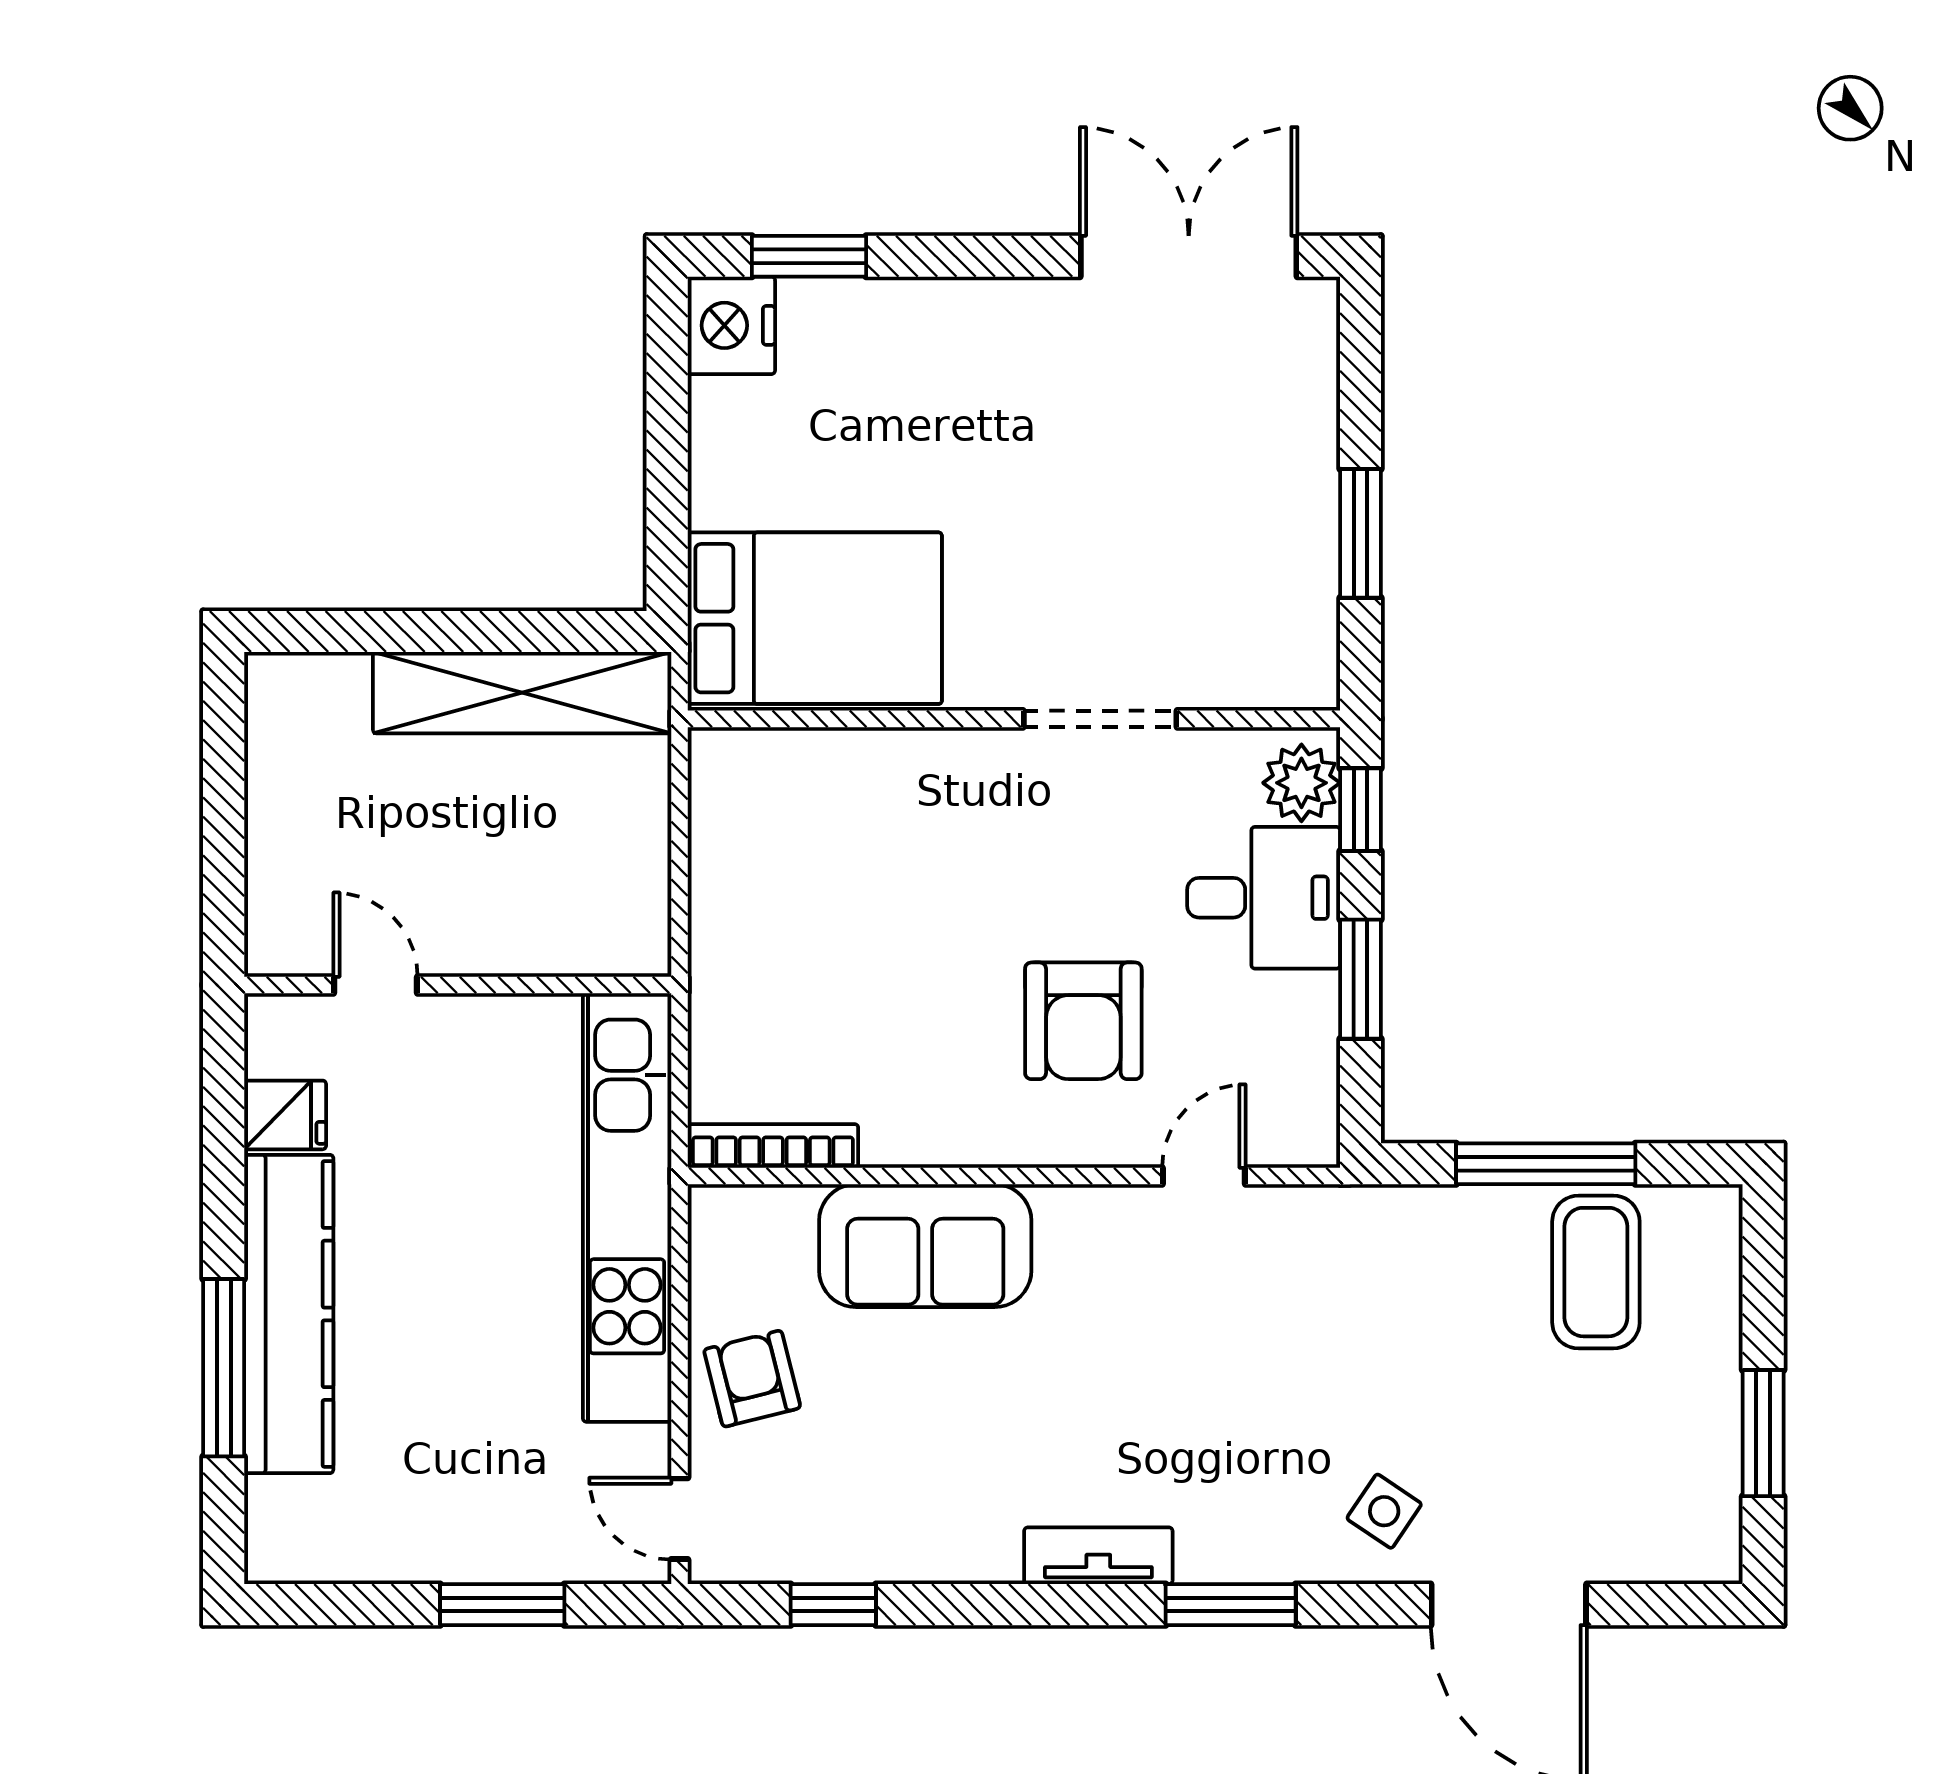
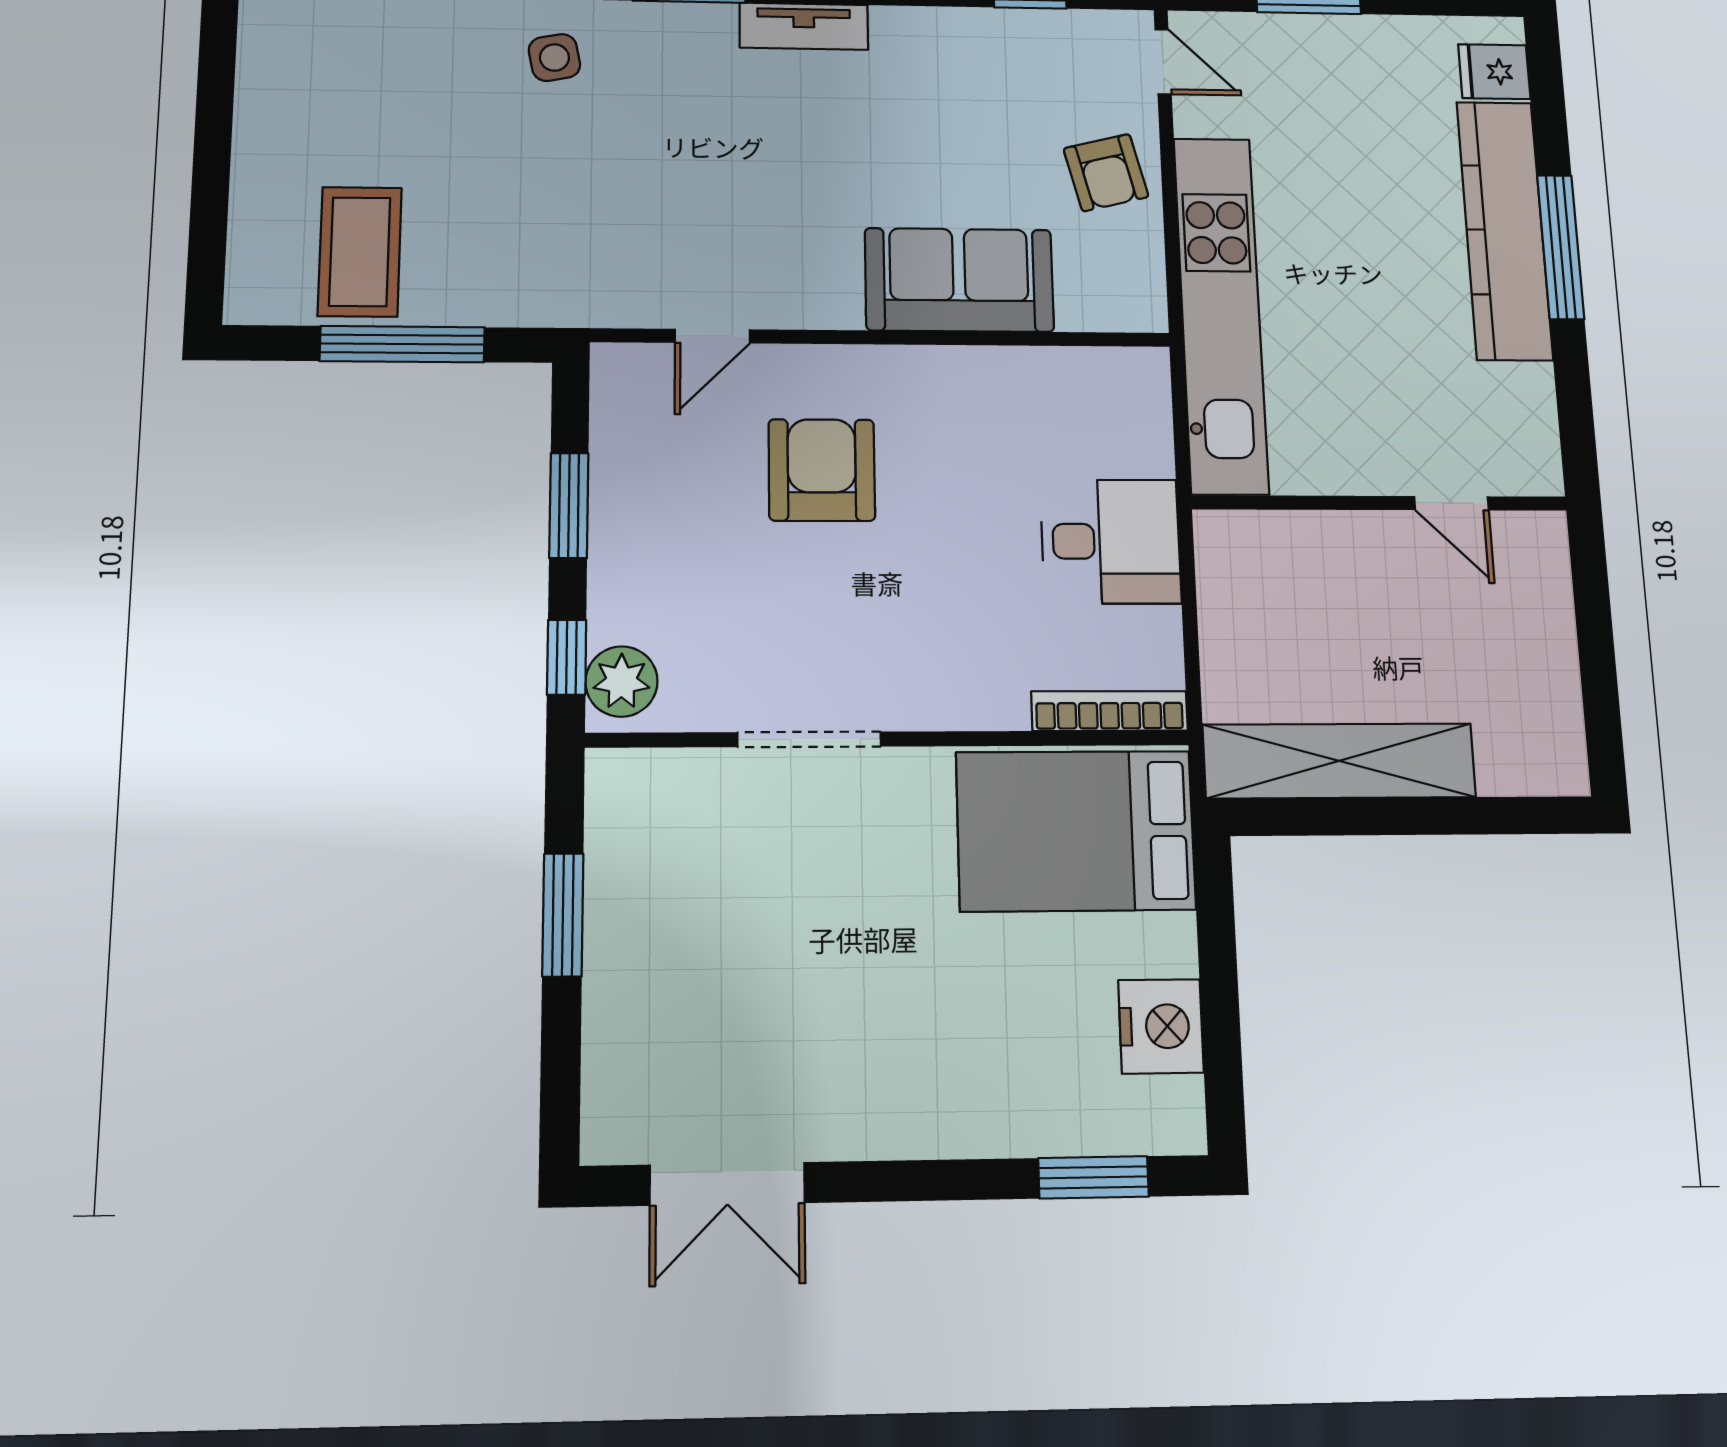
double door: (1189, 256) -> (727, 1184), width x0.73
nightstand: (731, 325) -> (1161, 1026), moved
desk: (1264, 898) -> (1111, 541), moved, turned 180
fridge: (285, 1115) -> (1494, 72), moved
bookcase: (773, 1146) -> (1109, 711), moved, turned 180
window: (224, 1368) -> (1561, 247), moved
window: (1763, 1433) -> (214, 116), removed
side table: (1384, 1511) -> (554, 58), turned 45

